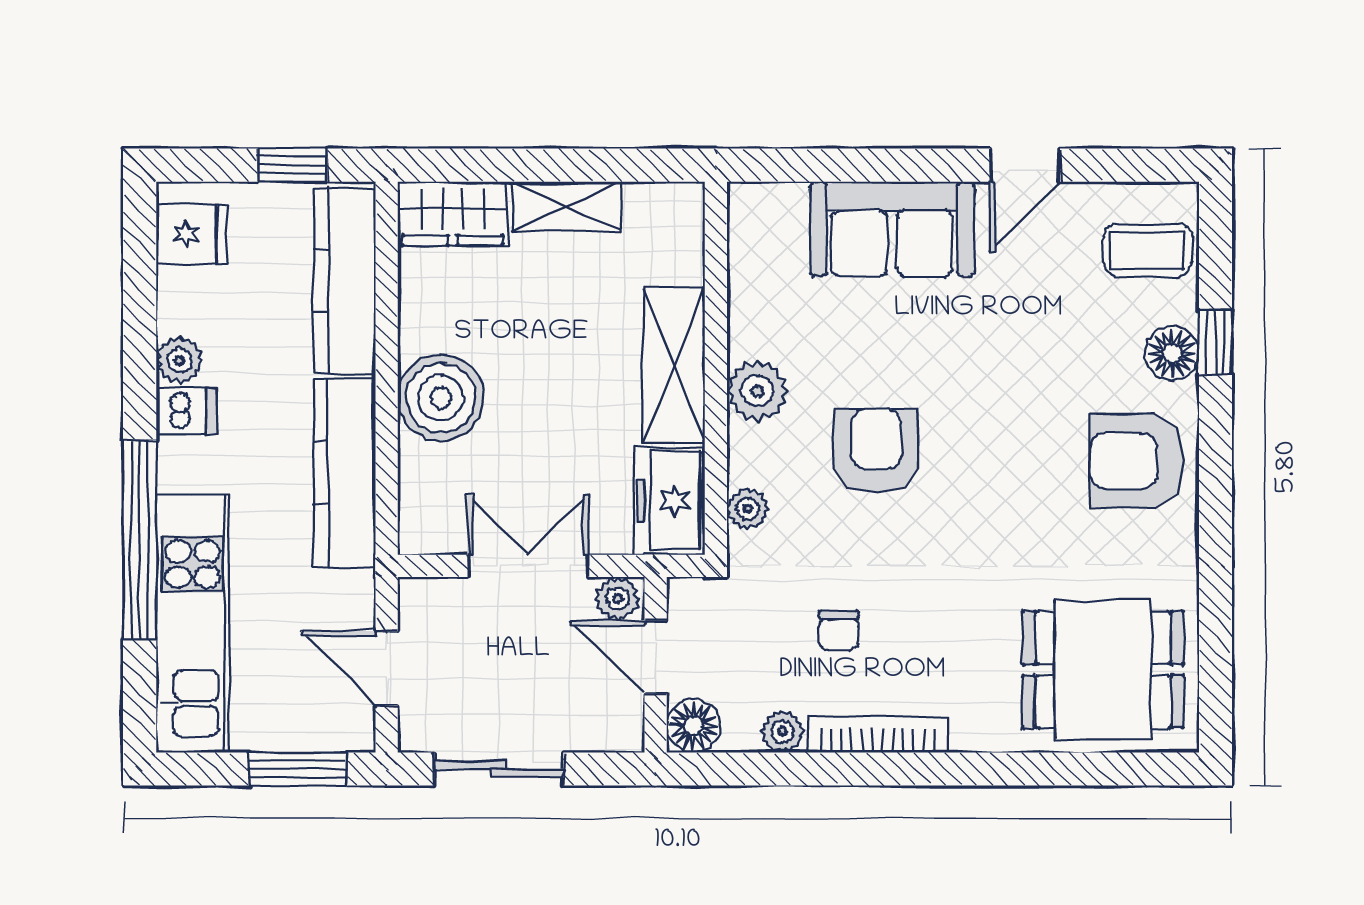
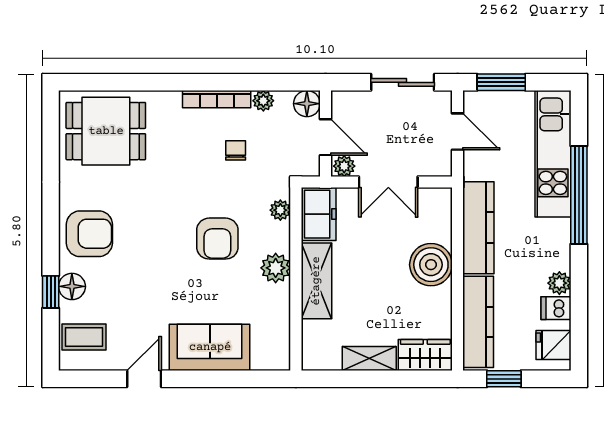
dishwasher: (186, 411) -> (556, 308), moved

